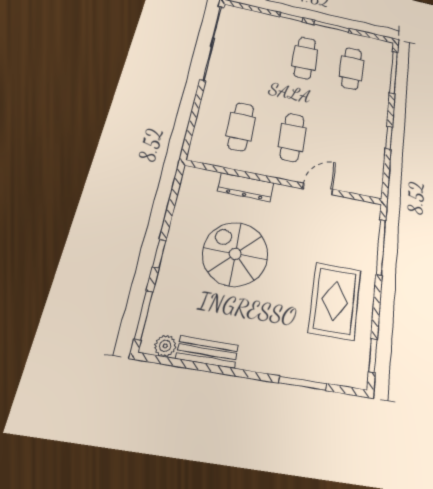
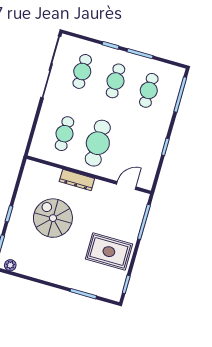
cafe table: (257, 47) -> (82, 71), added
cafe table: (292, 137) -> (98, 143), width x1.37, depth x1.35
dresser: (245, 187) -> (77, 180), moved
door: (318, 189) -> (126, 186), moved
rug: (335, 301) -> (109, 252), turned 90
bench: (207, 352) -> (33, 271), removed

